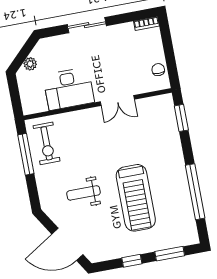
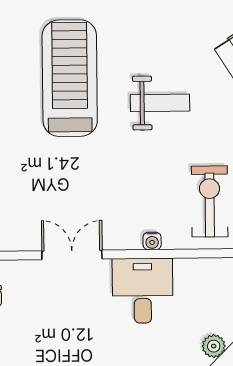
desk: (69, 89) -> (143, 291), width x0.73
water cooler: (74, 116) -> (152, 241), added

